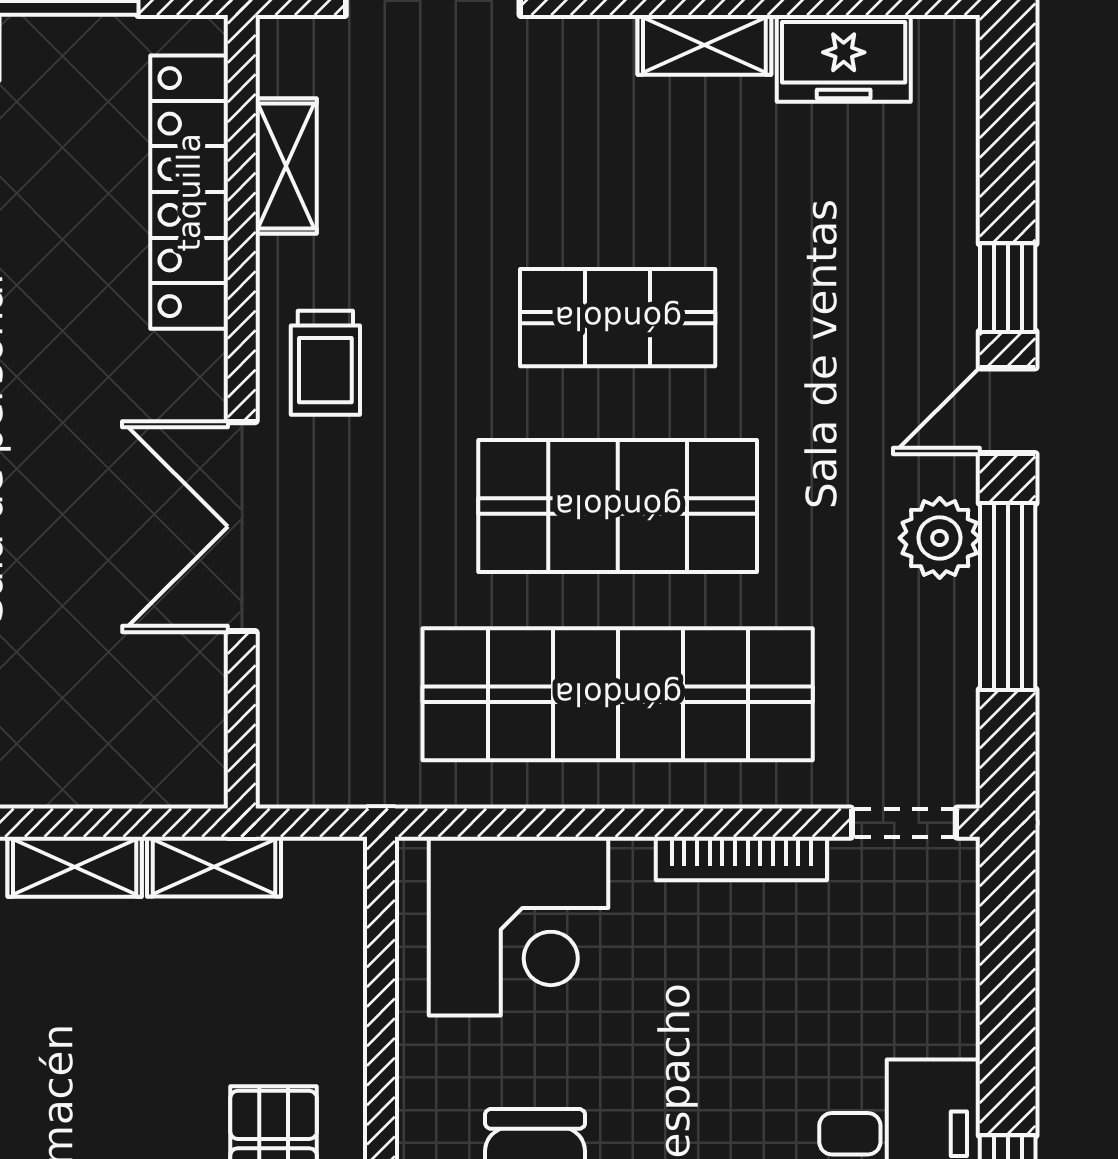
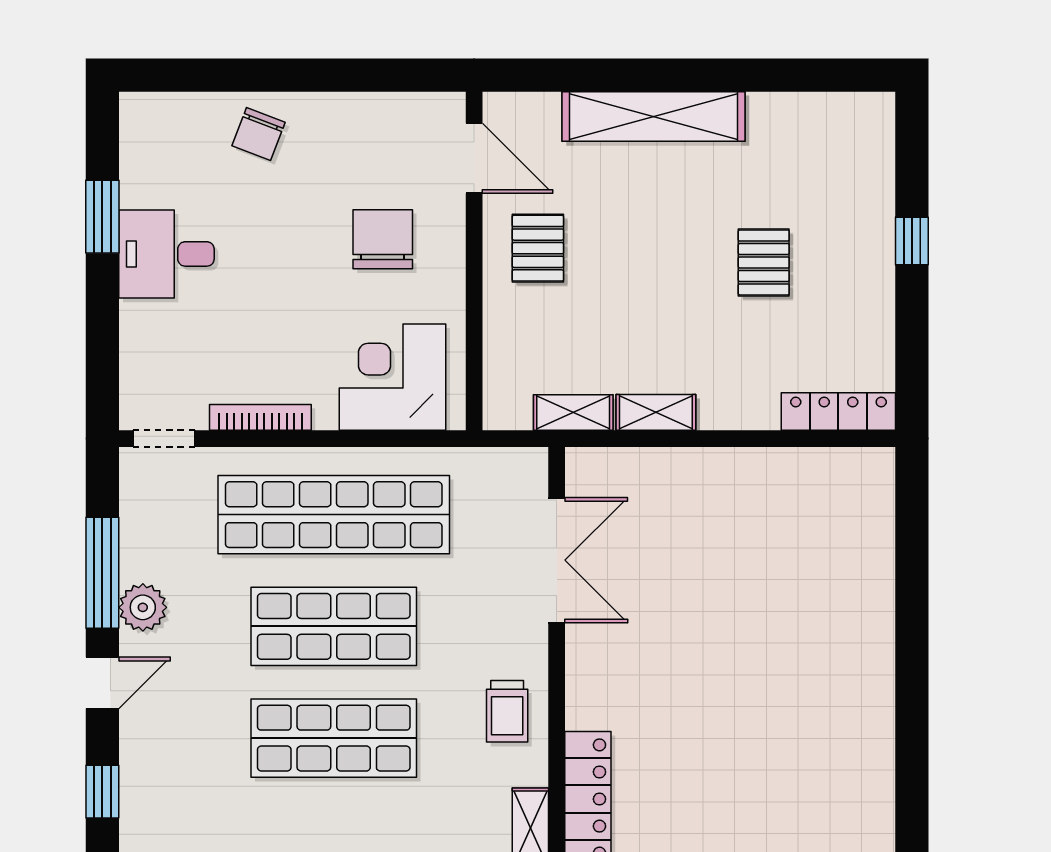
window: (1008, 288) -> (102, 792), moved
shop shelf: (618, 318) -> (334, 738), width x1.43, depth x1.36
trolley: (325, 363) -> (507, 711), turned 180
double door: (242, 527) -> (557, 560), moved

